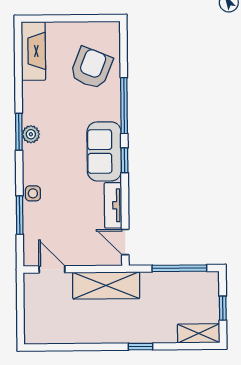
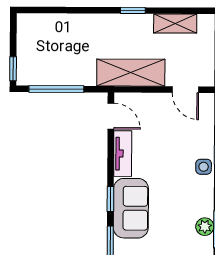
window: (223, 308) -> (13, 69), moved
shelving: (199, 333) -> (175, 24), moved
window: (141, 347) -> (133, 10), moved

